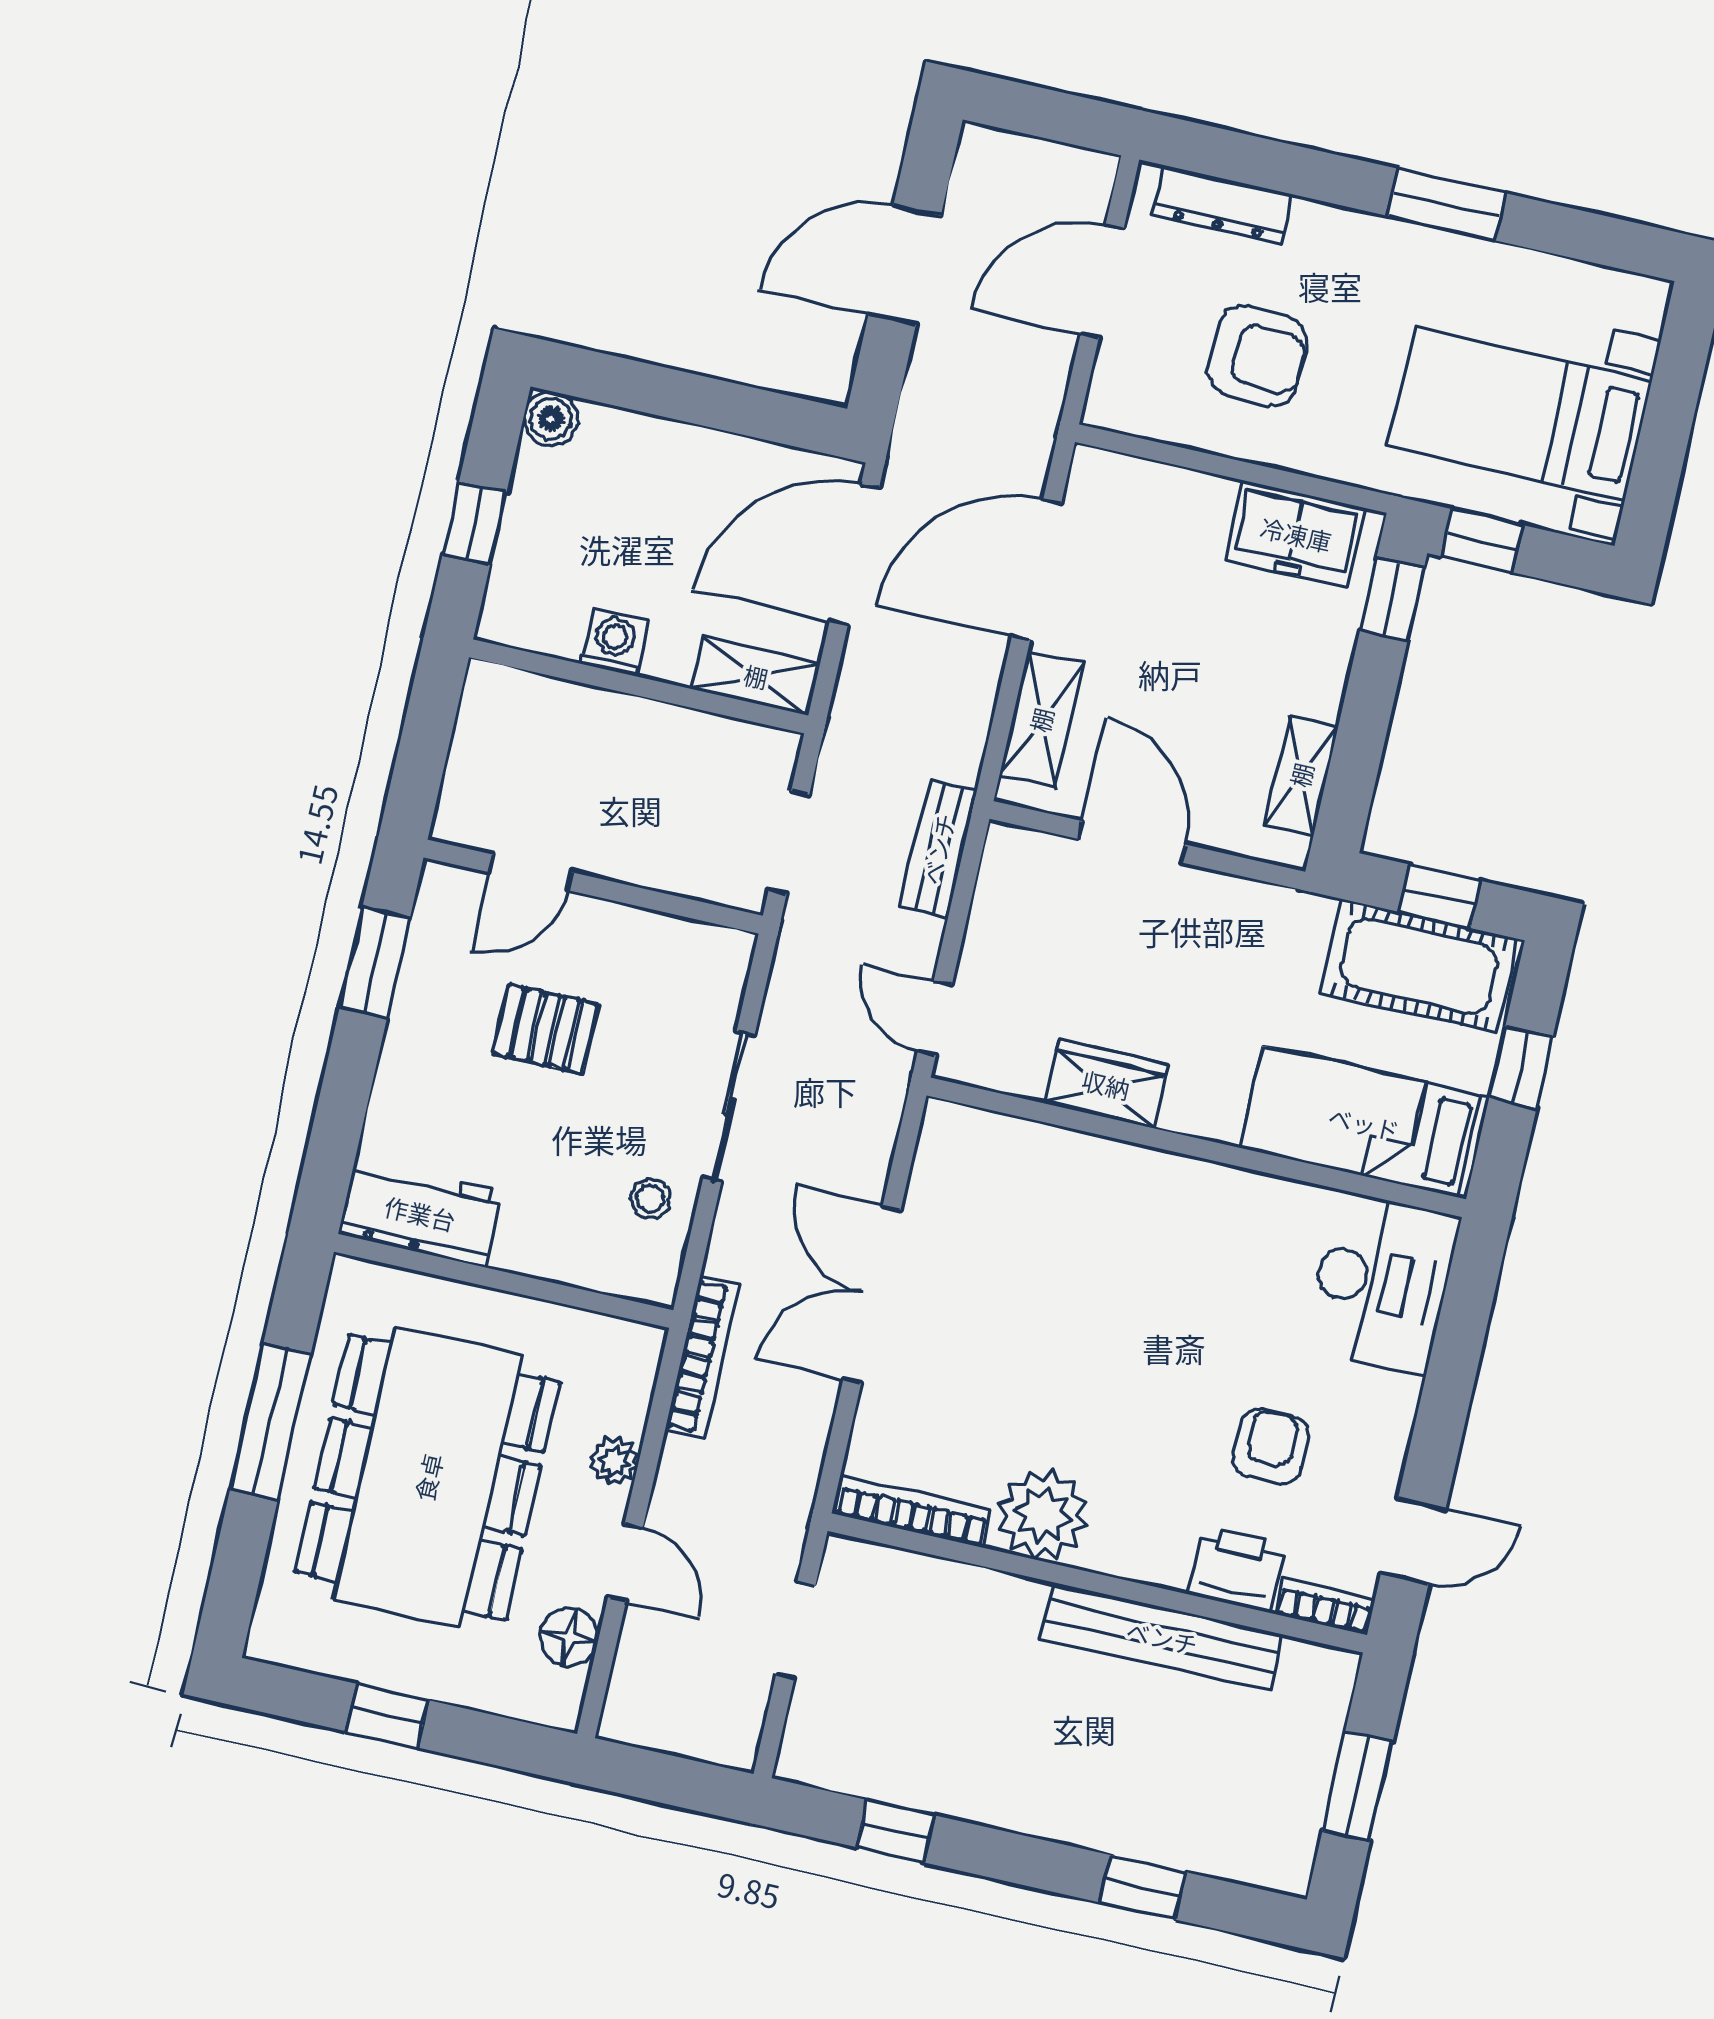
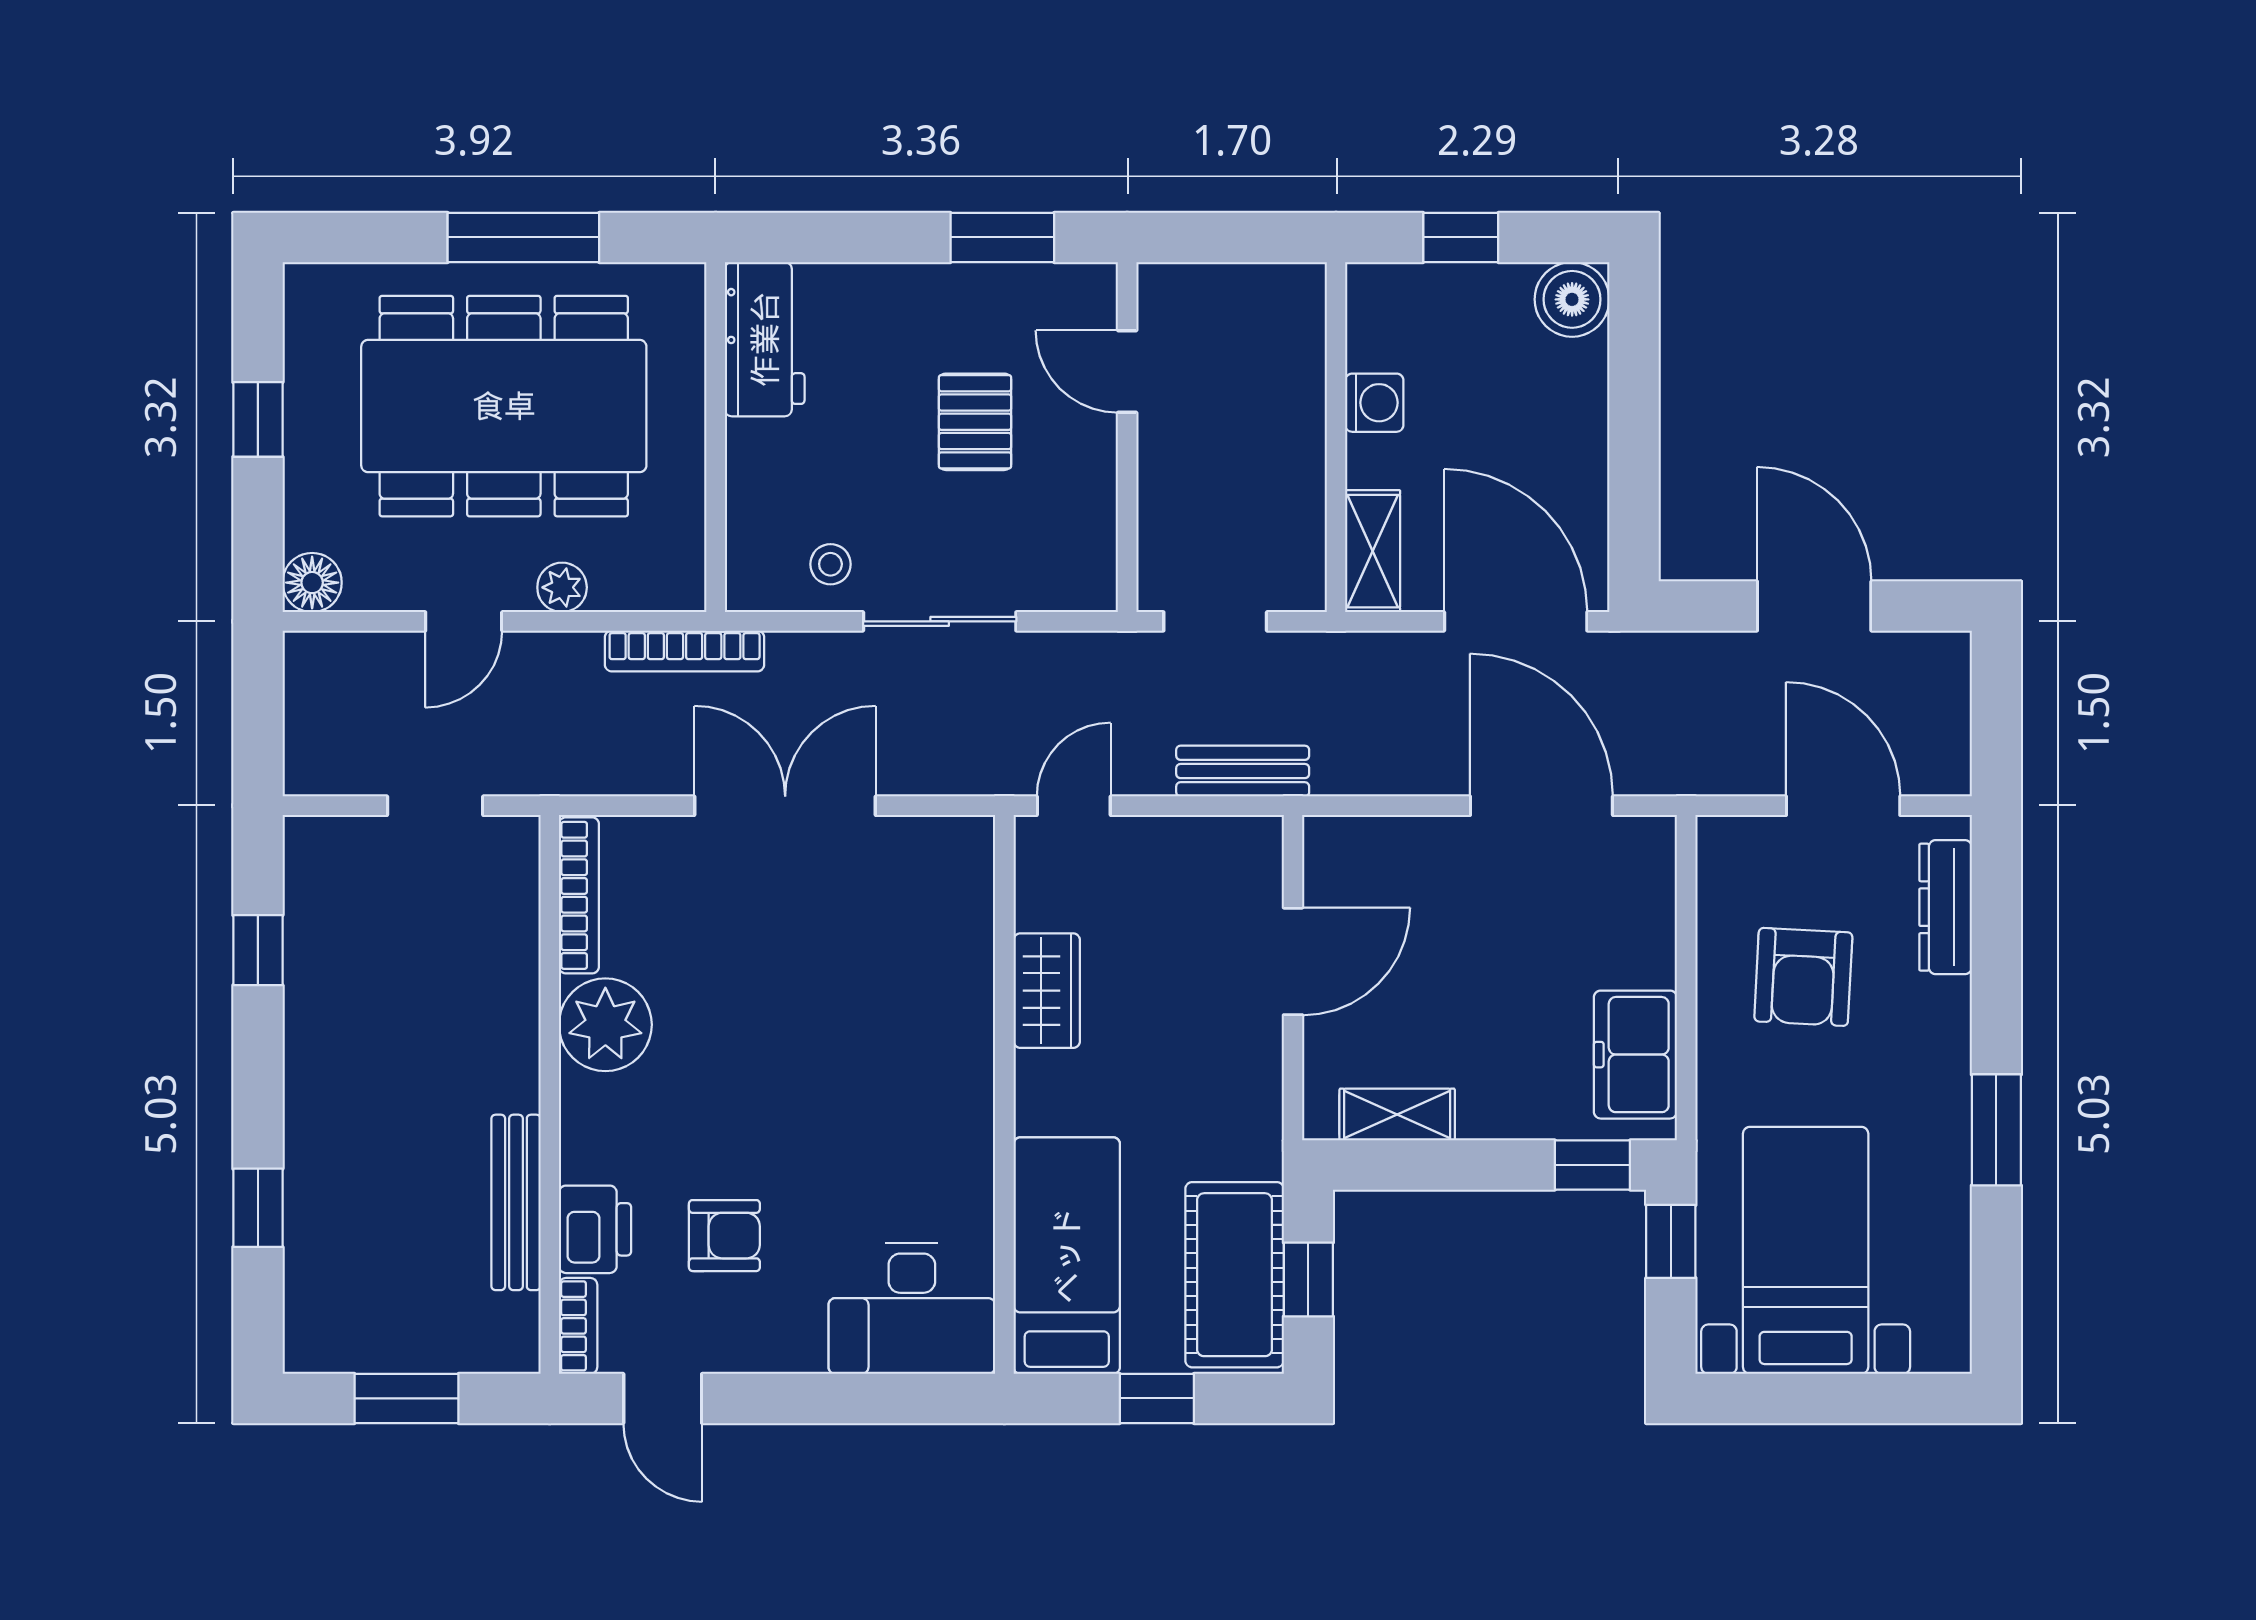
boiler: (551, 419) -> (1572, 299), width x1.36, depth x1.36
shelving: (1041, 720) -> (1394, 844), removed
floor lamp: (569, 1637) -> (312, 583), moved
bench: (1162, 1637) -> (516, 1202), width x0.73, depth x0.82

